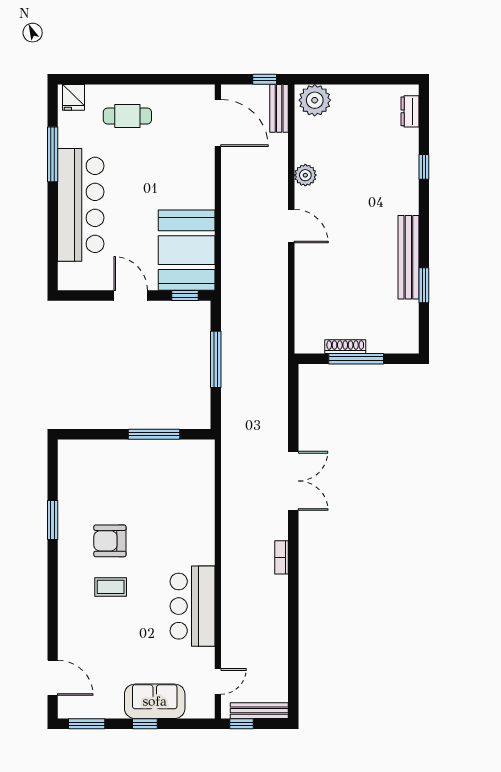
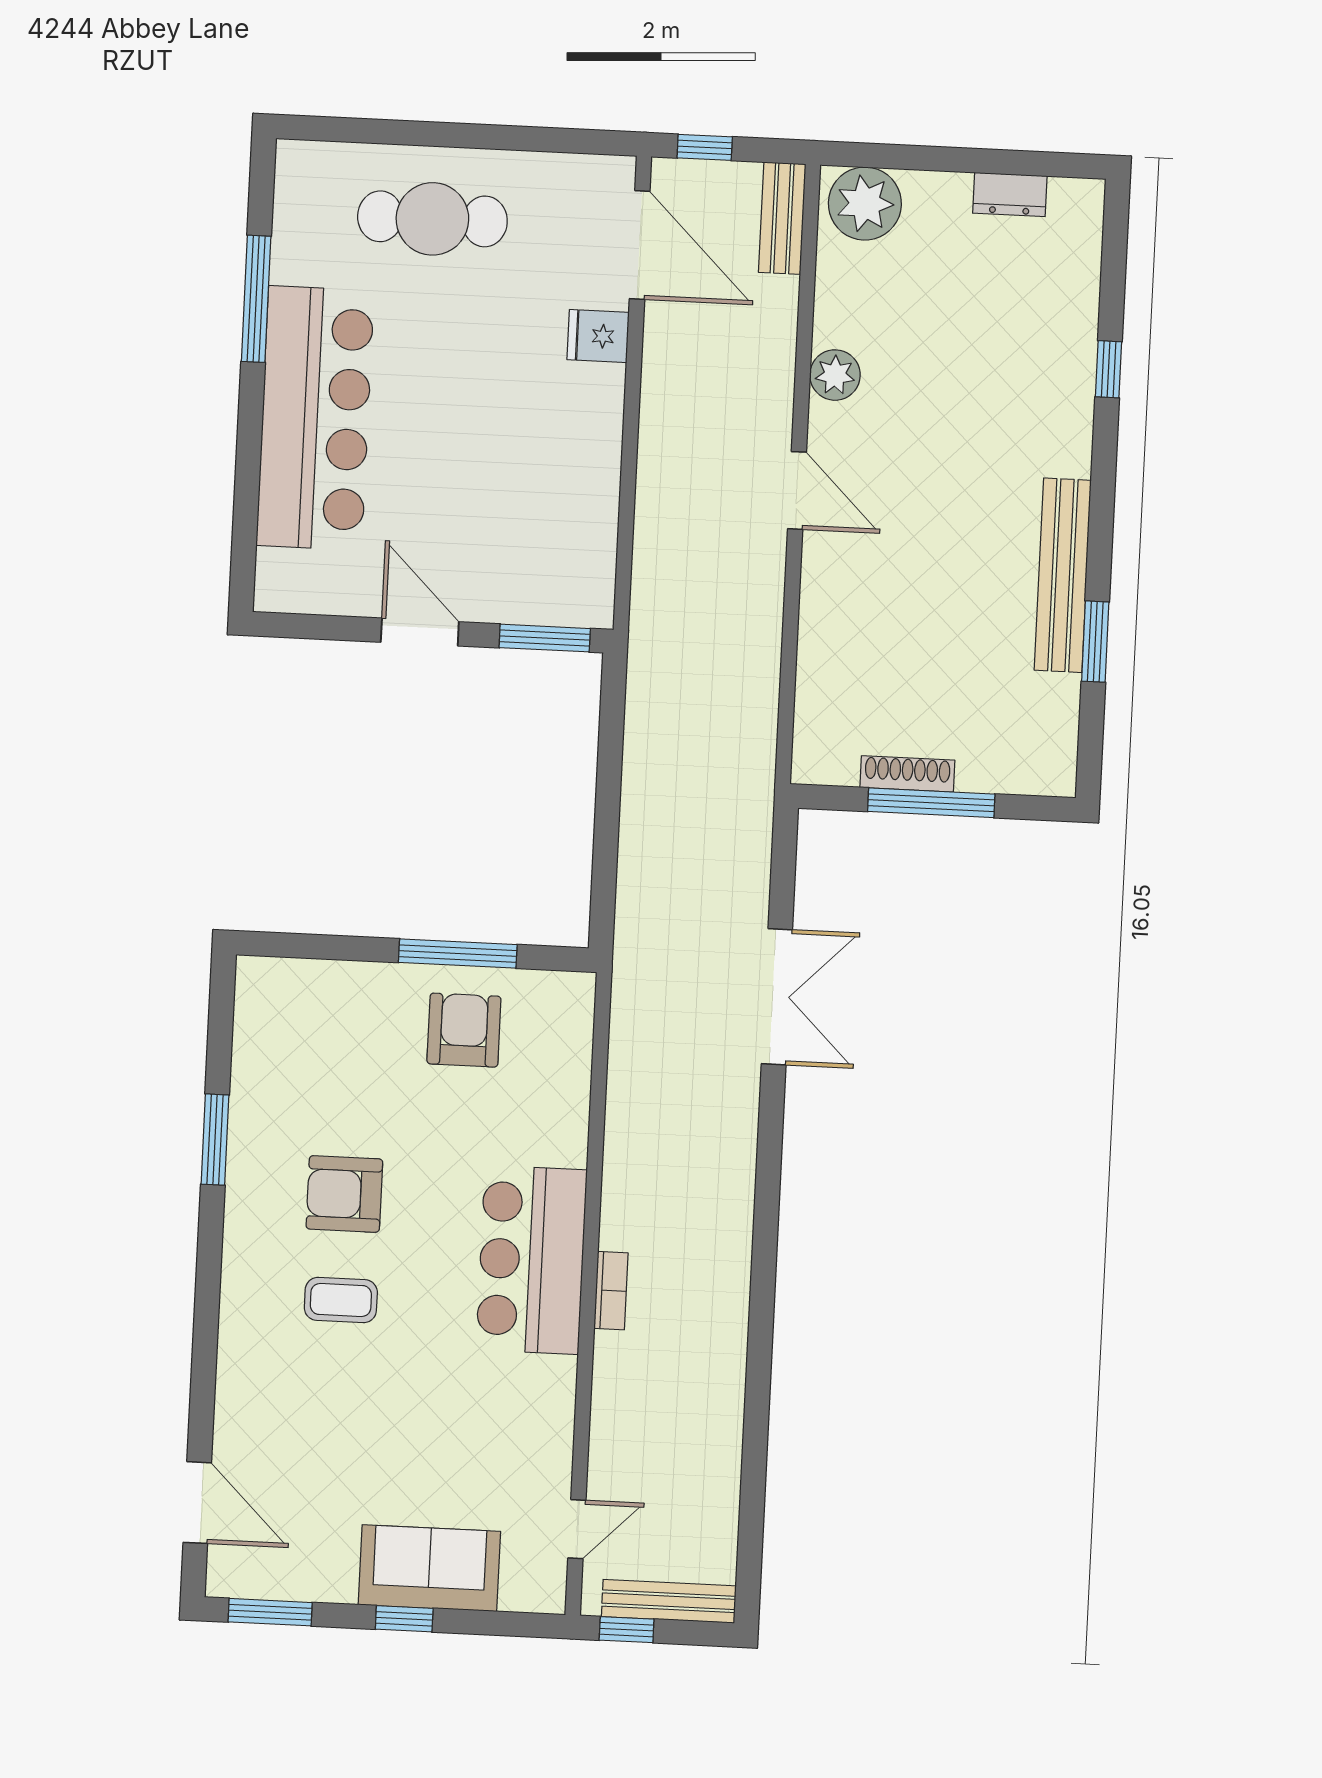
window: (265, 79) -> (705, 147), moved
fridge: (74, 97) -> (598, 336), moved, turned 90
dresser: (410, 111) -> (1010, 195), moved, turned -90
cafe table: (127, 116) -> (432, 219), width x1.37, depth x1.35
booth: (187, 250) -> (553, 534), removed
window: (185, 295) -> (545, 638), width x1.50
window: (216, 359) -> (608, 788), removed
armchair: (158, 467) -> (464, 1030), added
double door: (293, 481) -> (777, 997), moved
bookcase: (282, 557) -> (611, 1291), moved, turned 180
bar counter: (193, 606) -> (532, 1260), moved

